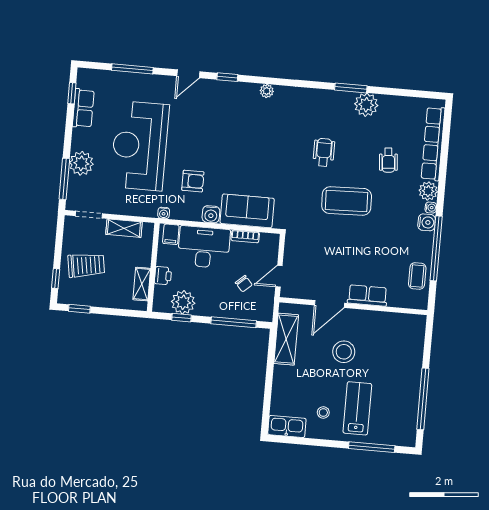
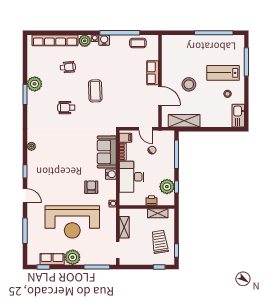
plant: (81, 163) -> (73, 257), moved
coffee table: (347, 201) -> (95, 91), width x0.73, depth x0.76
filing cabinet: (171, 234) -> (125, 138), moved
trolley: (86, 265) -> (160, 242), moved

